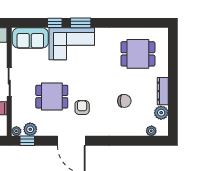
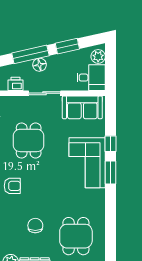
sofa: (30, 38) -> (82, 107), moved, turned -90
chair: (124, 101) -> (35, 226), moved, turned 180
armchair: (82, 108) -> (12, 186), moved

